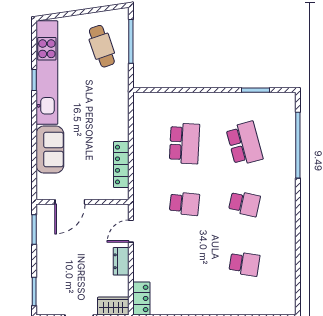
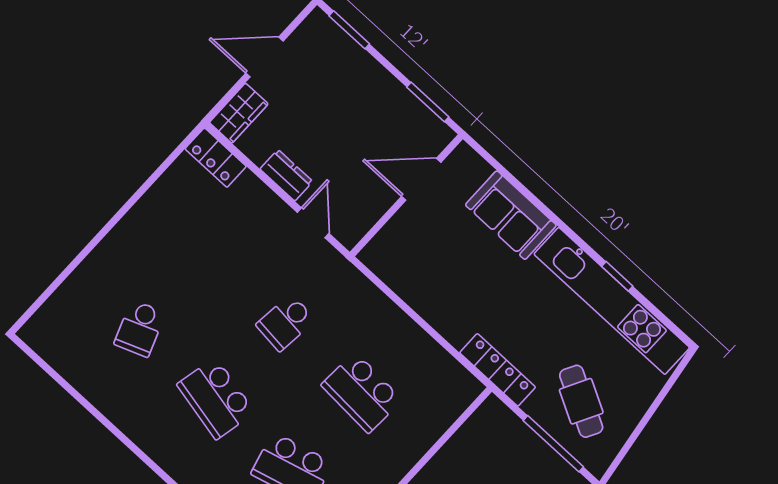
cafe table: (102, 46) -> (581, 401), turned 47
locker: (121, 165) -> (498, 370), moved
door: (70, 202) -> (421, 179), hinge flipped
school desk: (244, 204) -> (216, 398), width x1.85
school desk: (244, 264) -> (140, 328), turned -30

